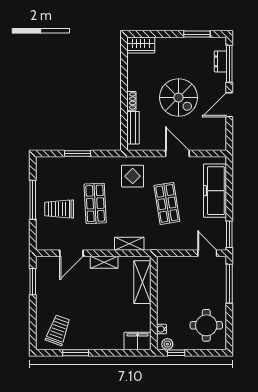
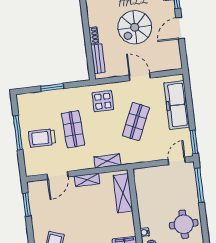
spiral stairs: (178, 98) -> (135, 27), turned 90
shop shelf: (167, 203) -> (136, 121), turned 33
door: (207, 253) -> (177, 161), hinge flipped

